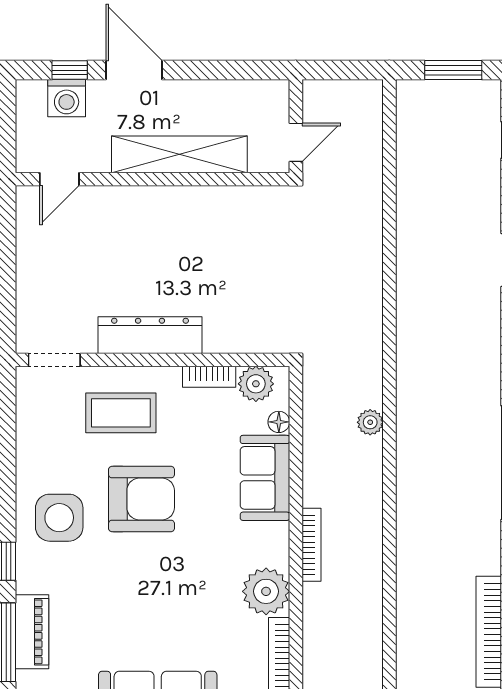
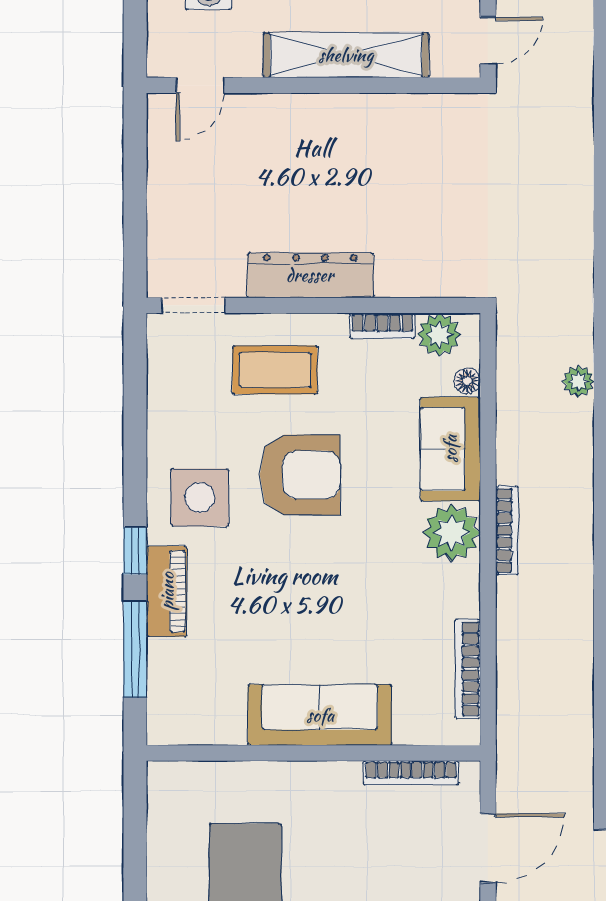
plant: (266, 591) -> (452, 533), moved
piano: (32, 632) -> (167, 591), moved

